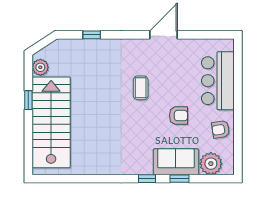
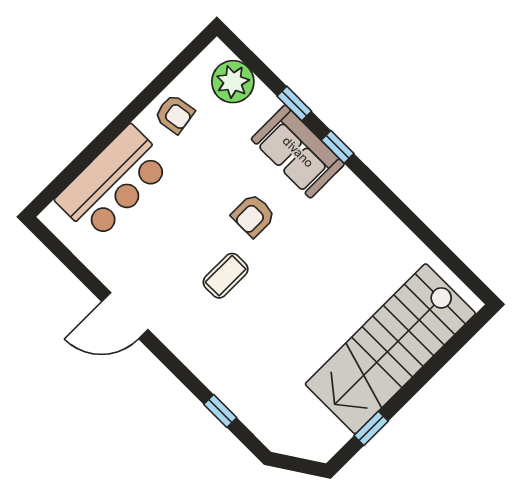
plant: (40, 67) -> (331, 436), removed
window: (28, 100) -> (371, 428), moved
armchair: (178, 116) -> (253, 215), moved, turned -90
sofa: (176, 162) -> (298, 152), moved

